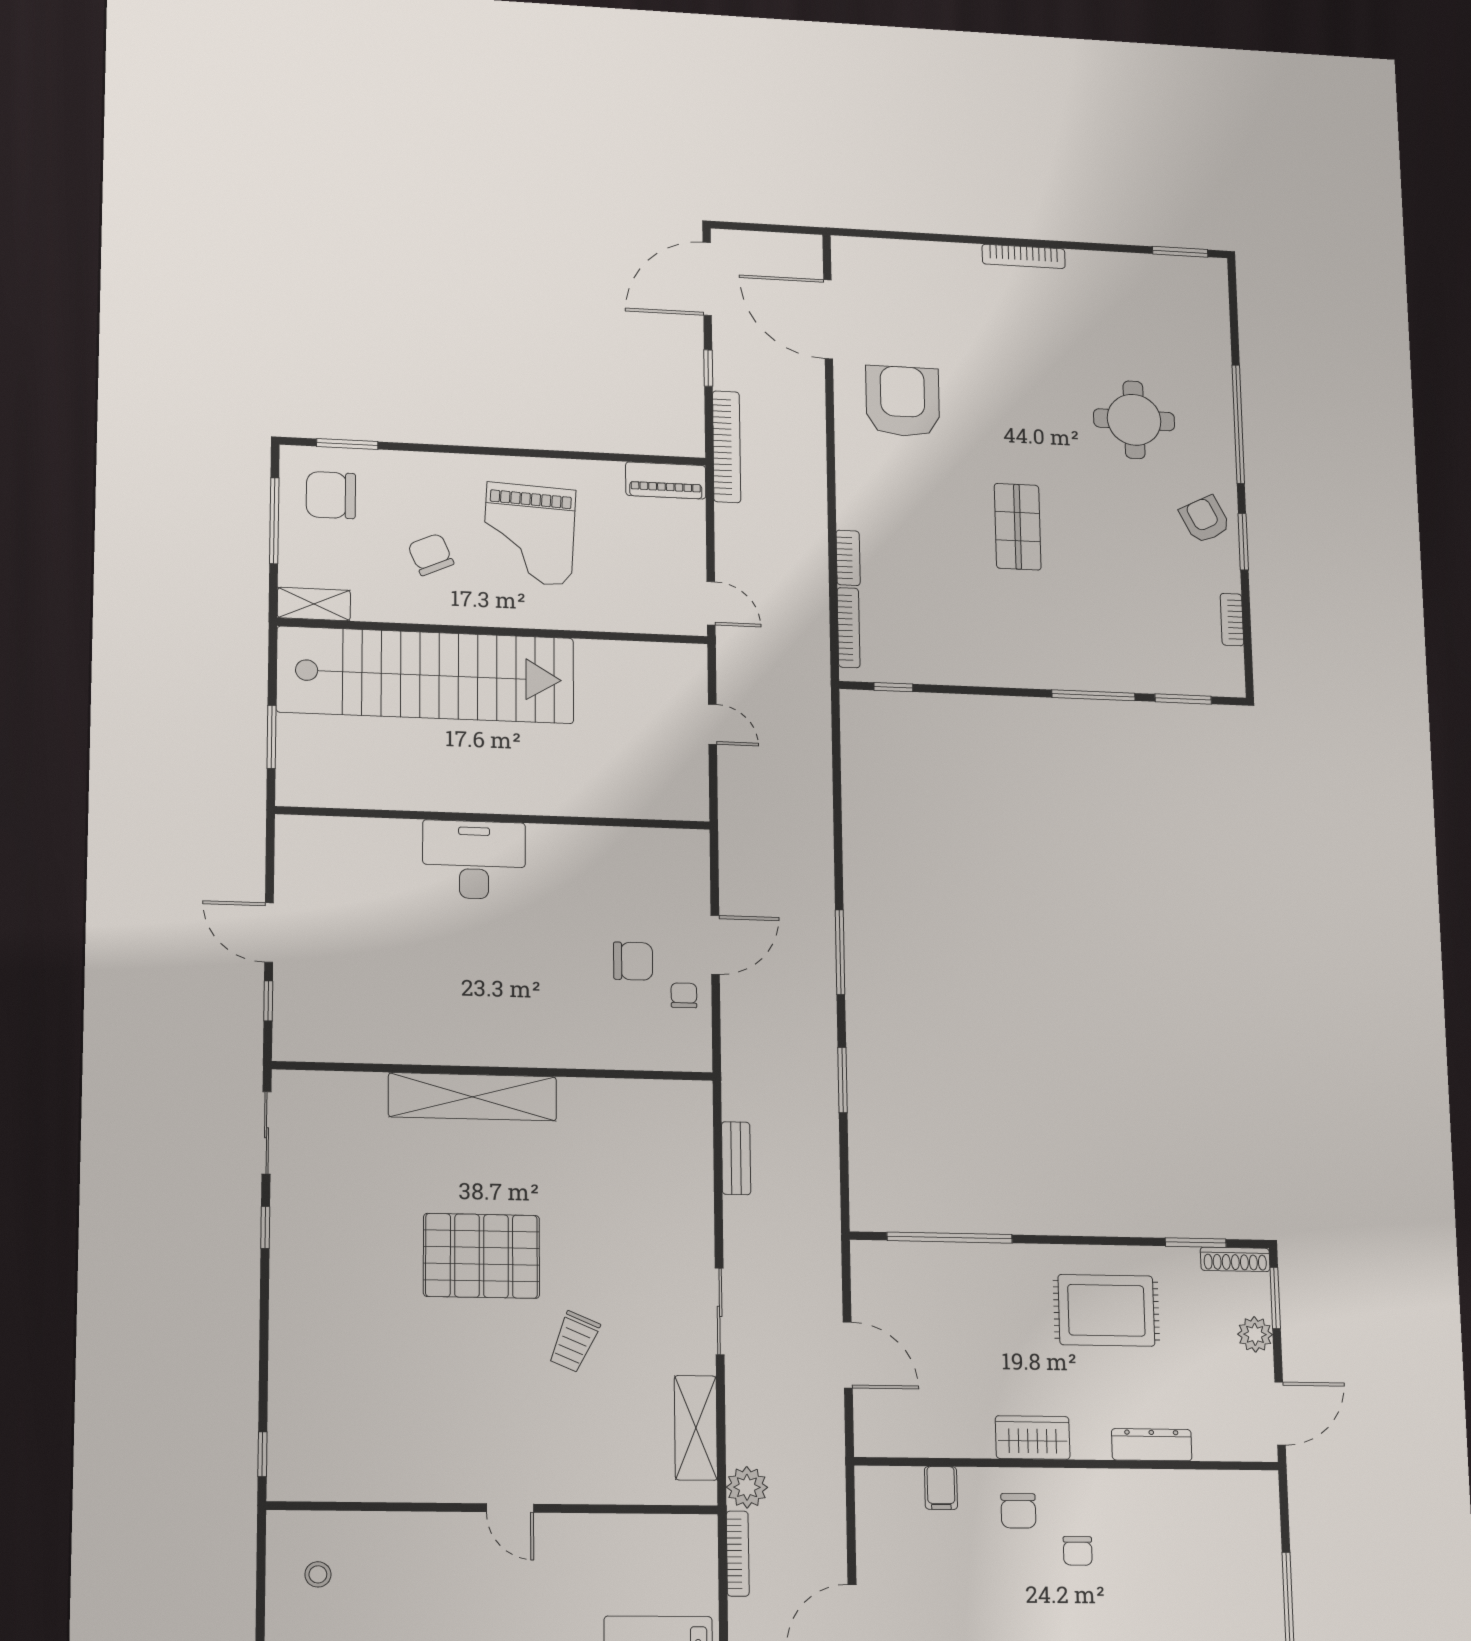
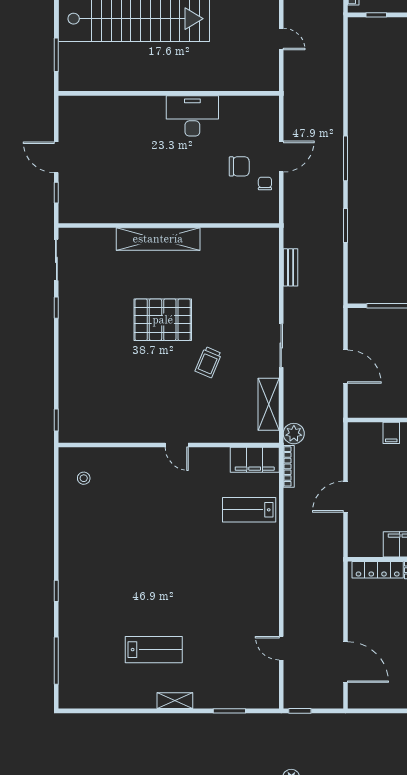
desk: (474, 860) -> (192, 116), moved
filing cabinet: (669, 1539) -> (255, 460), added

